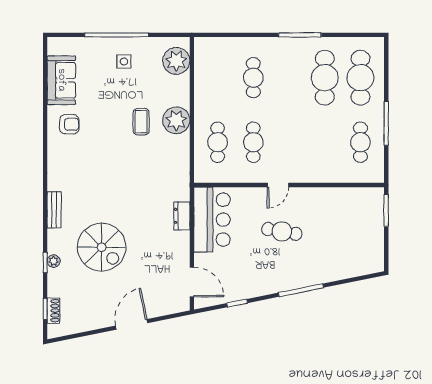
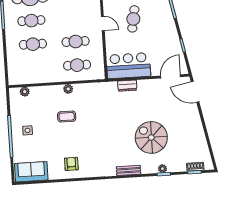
plant: (176, 61) -> (25, 92), width x0.53, depth x0.53
cafe table: (289, 78) -> (31, 21), added
sofa: (61, 80) -> (31, 172), moved
plant: (176, 120) -> (68, 89), width x0.53, depth x0.53
spiral stairs: (102, 247) -> (151, 137), turned -90
door: (132, 324) -> (195, 92), moved

